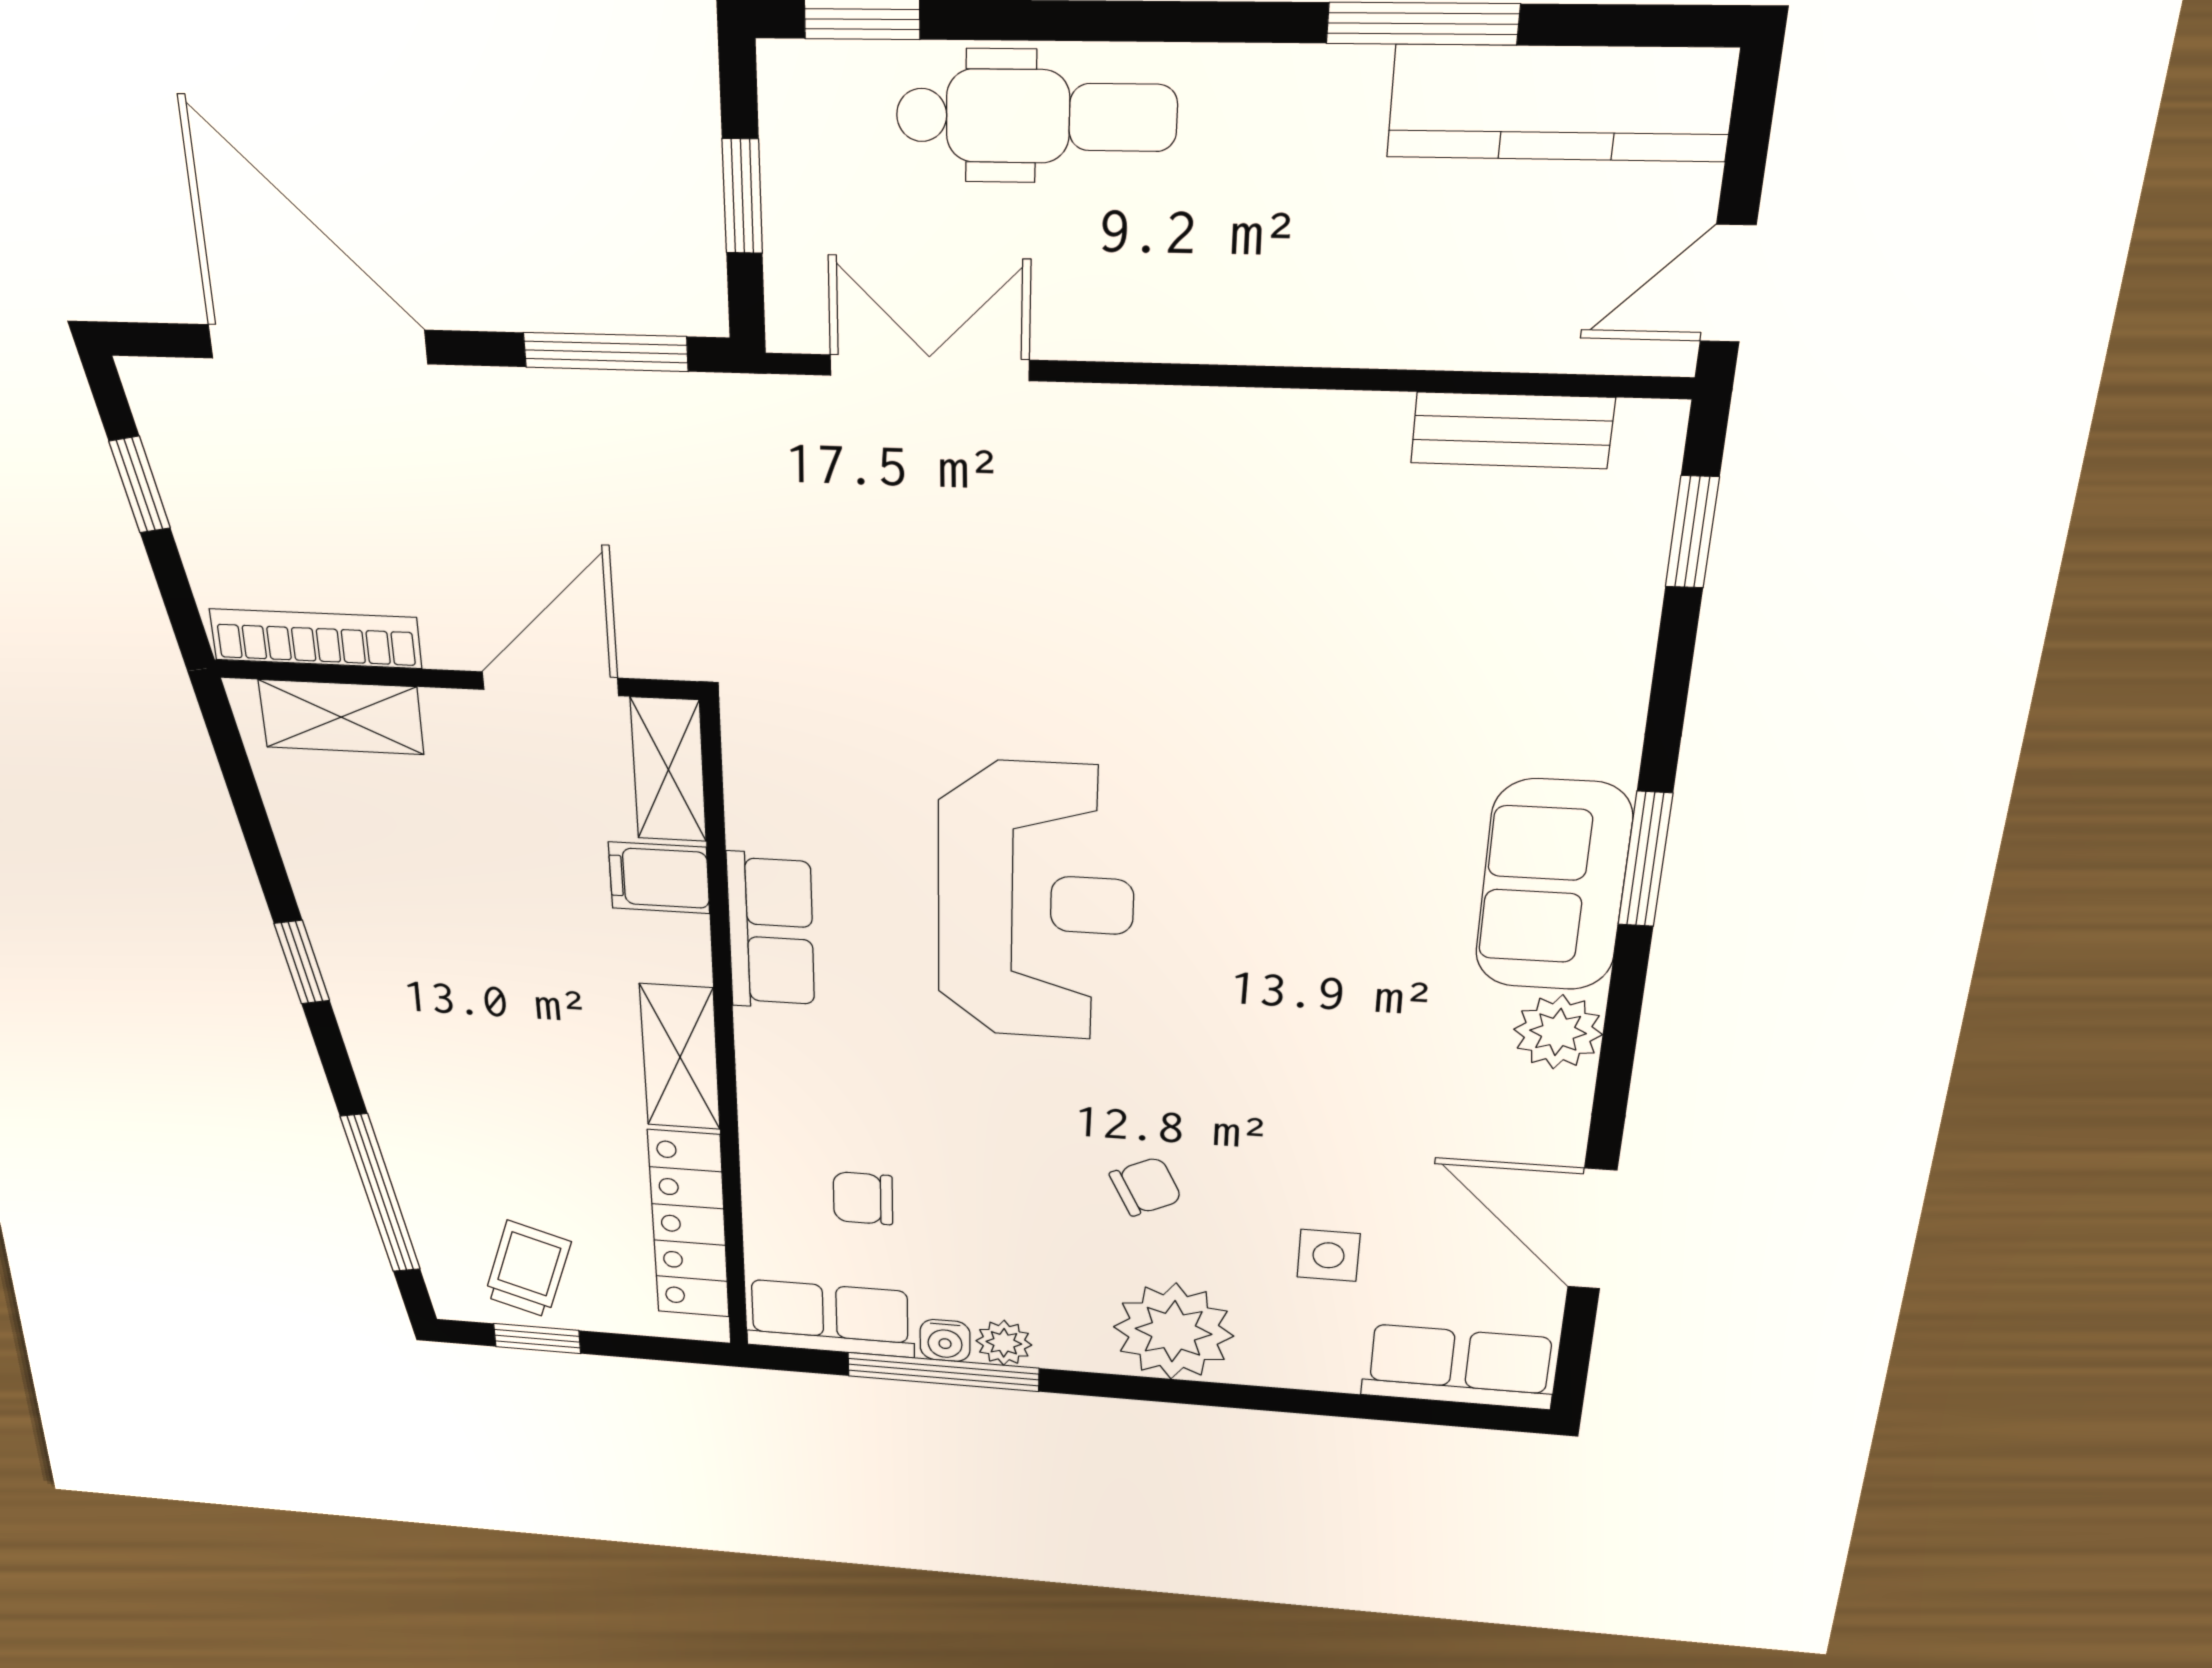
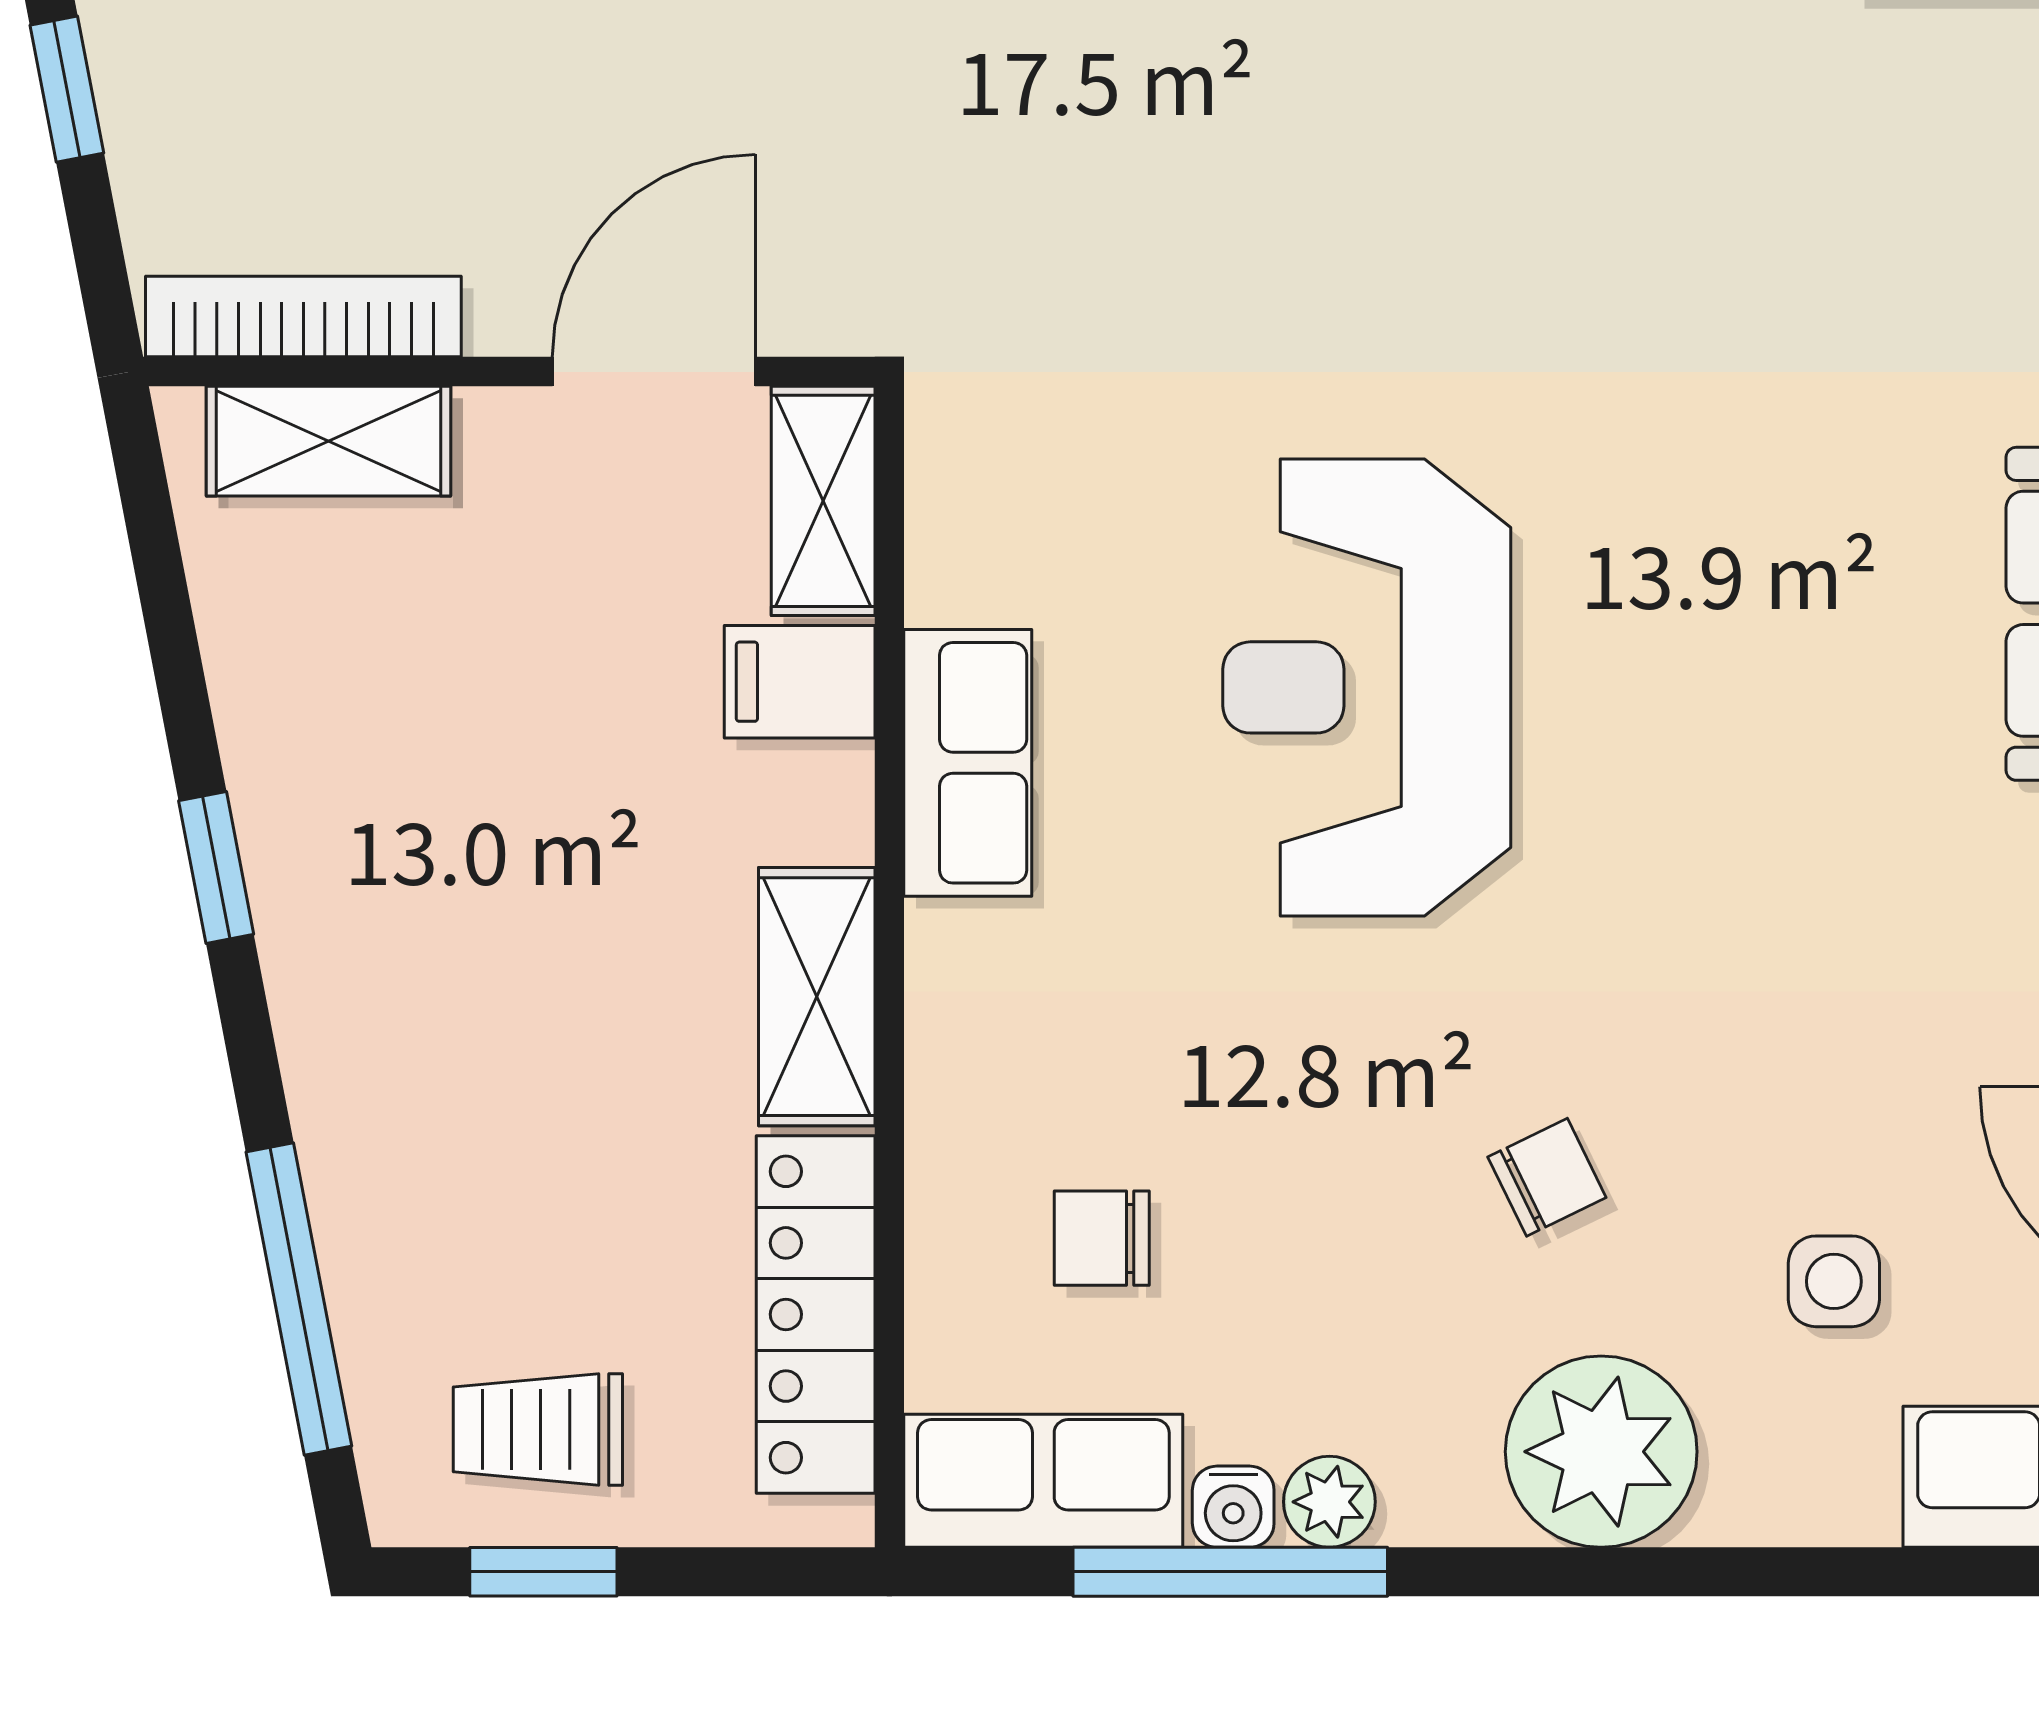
reception desk: (1035, 902) -> (1367, 687), turned 180
trolley: (528, 1269) -> (538, 1429), turned -108

